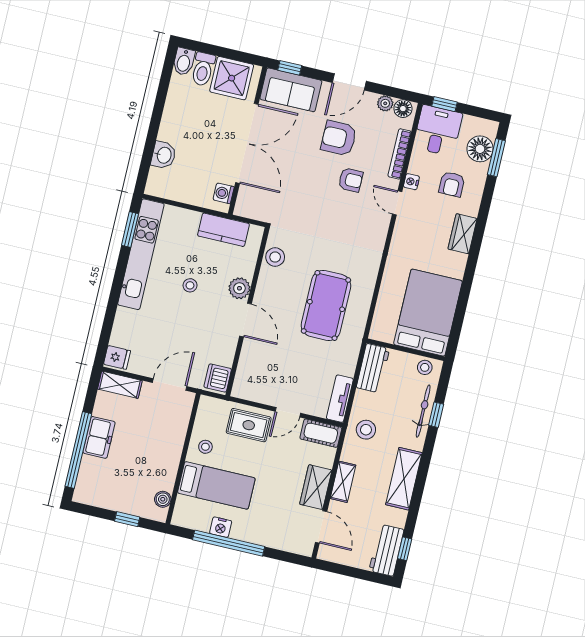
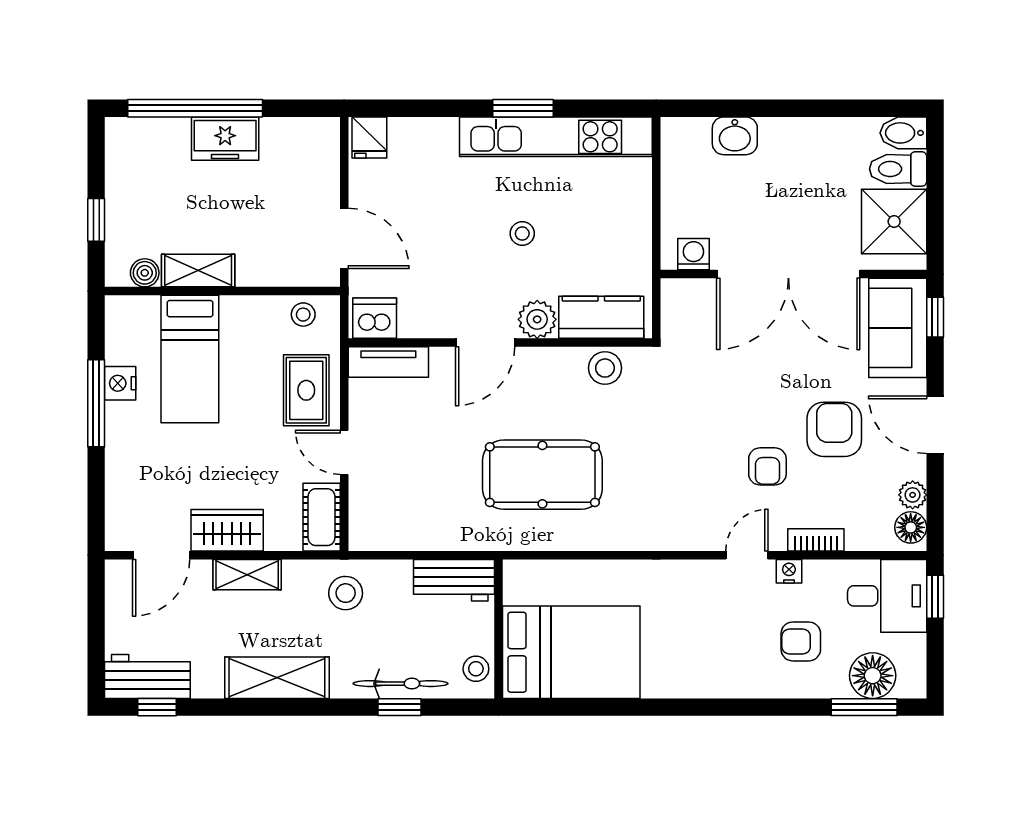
bookcase: (400, 154) -> (816, 540), width x0.64
window: (130, 229) -> (523, 108), moved
kitchen counter: (223, 230) -> (601, 317), moved, turned 90
wardrobe: (463, 234) -> (720, 680), removed
shelving: (120, 385) -> (198, 271), moved, turned 90
tv unit: (340, 399) -> (388, 362), moved, turned 180
stool: (205, 447) -> (303, 315), moved
window: (229, 543) -> (96, 403), width x0.68

